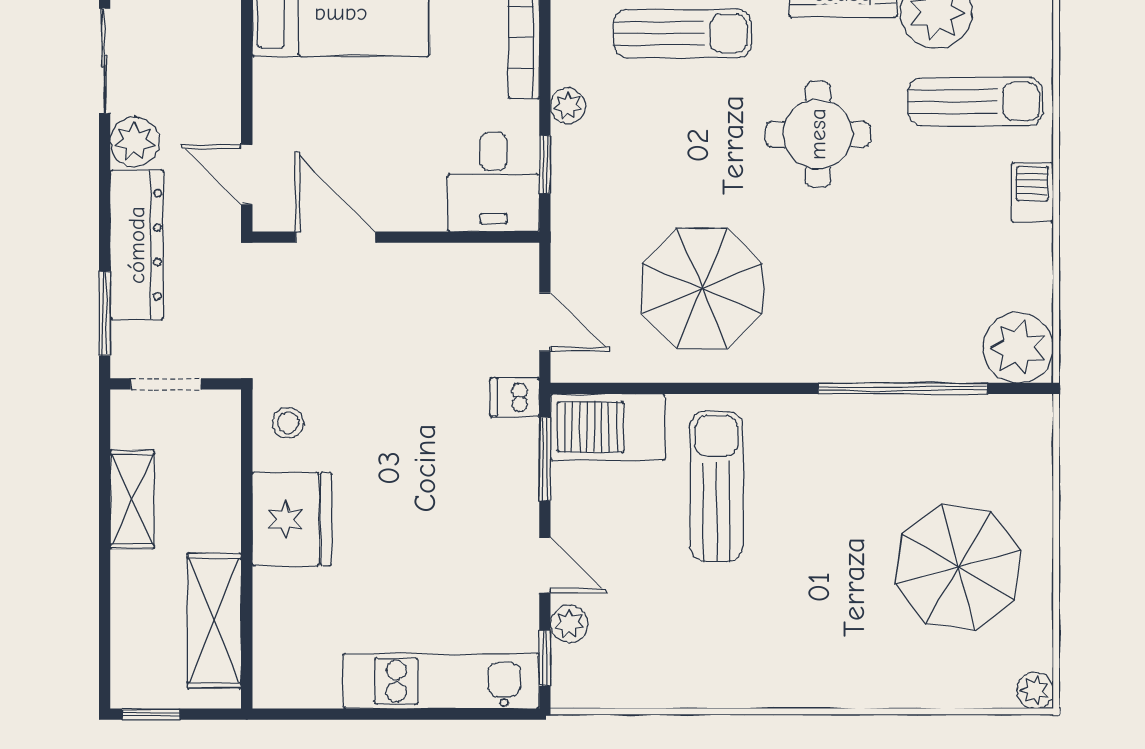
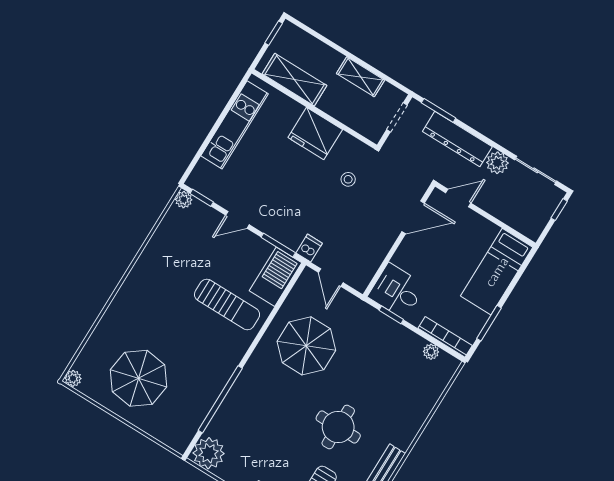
sun lounger: (682, 34) -> (409, 399), removed
plant: (568, 106) -> (431, 352), moved
door: (545, 322) -> (331, 278), hinge flipped
stool: (288, 423) -> (348, 179), moved
plant: (569, 624) -> (184, 200), moved
kitchen unit: (441, 681) -> (235, 125), moved

